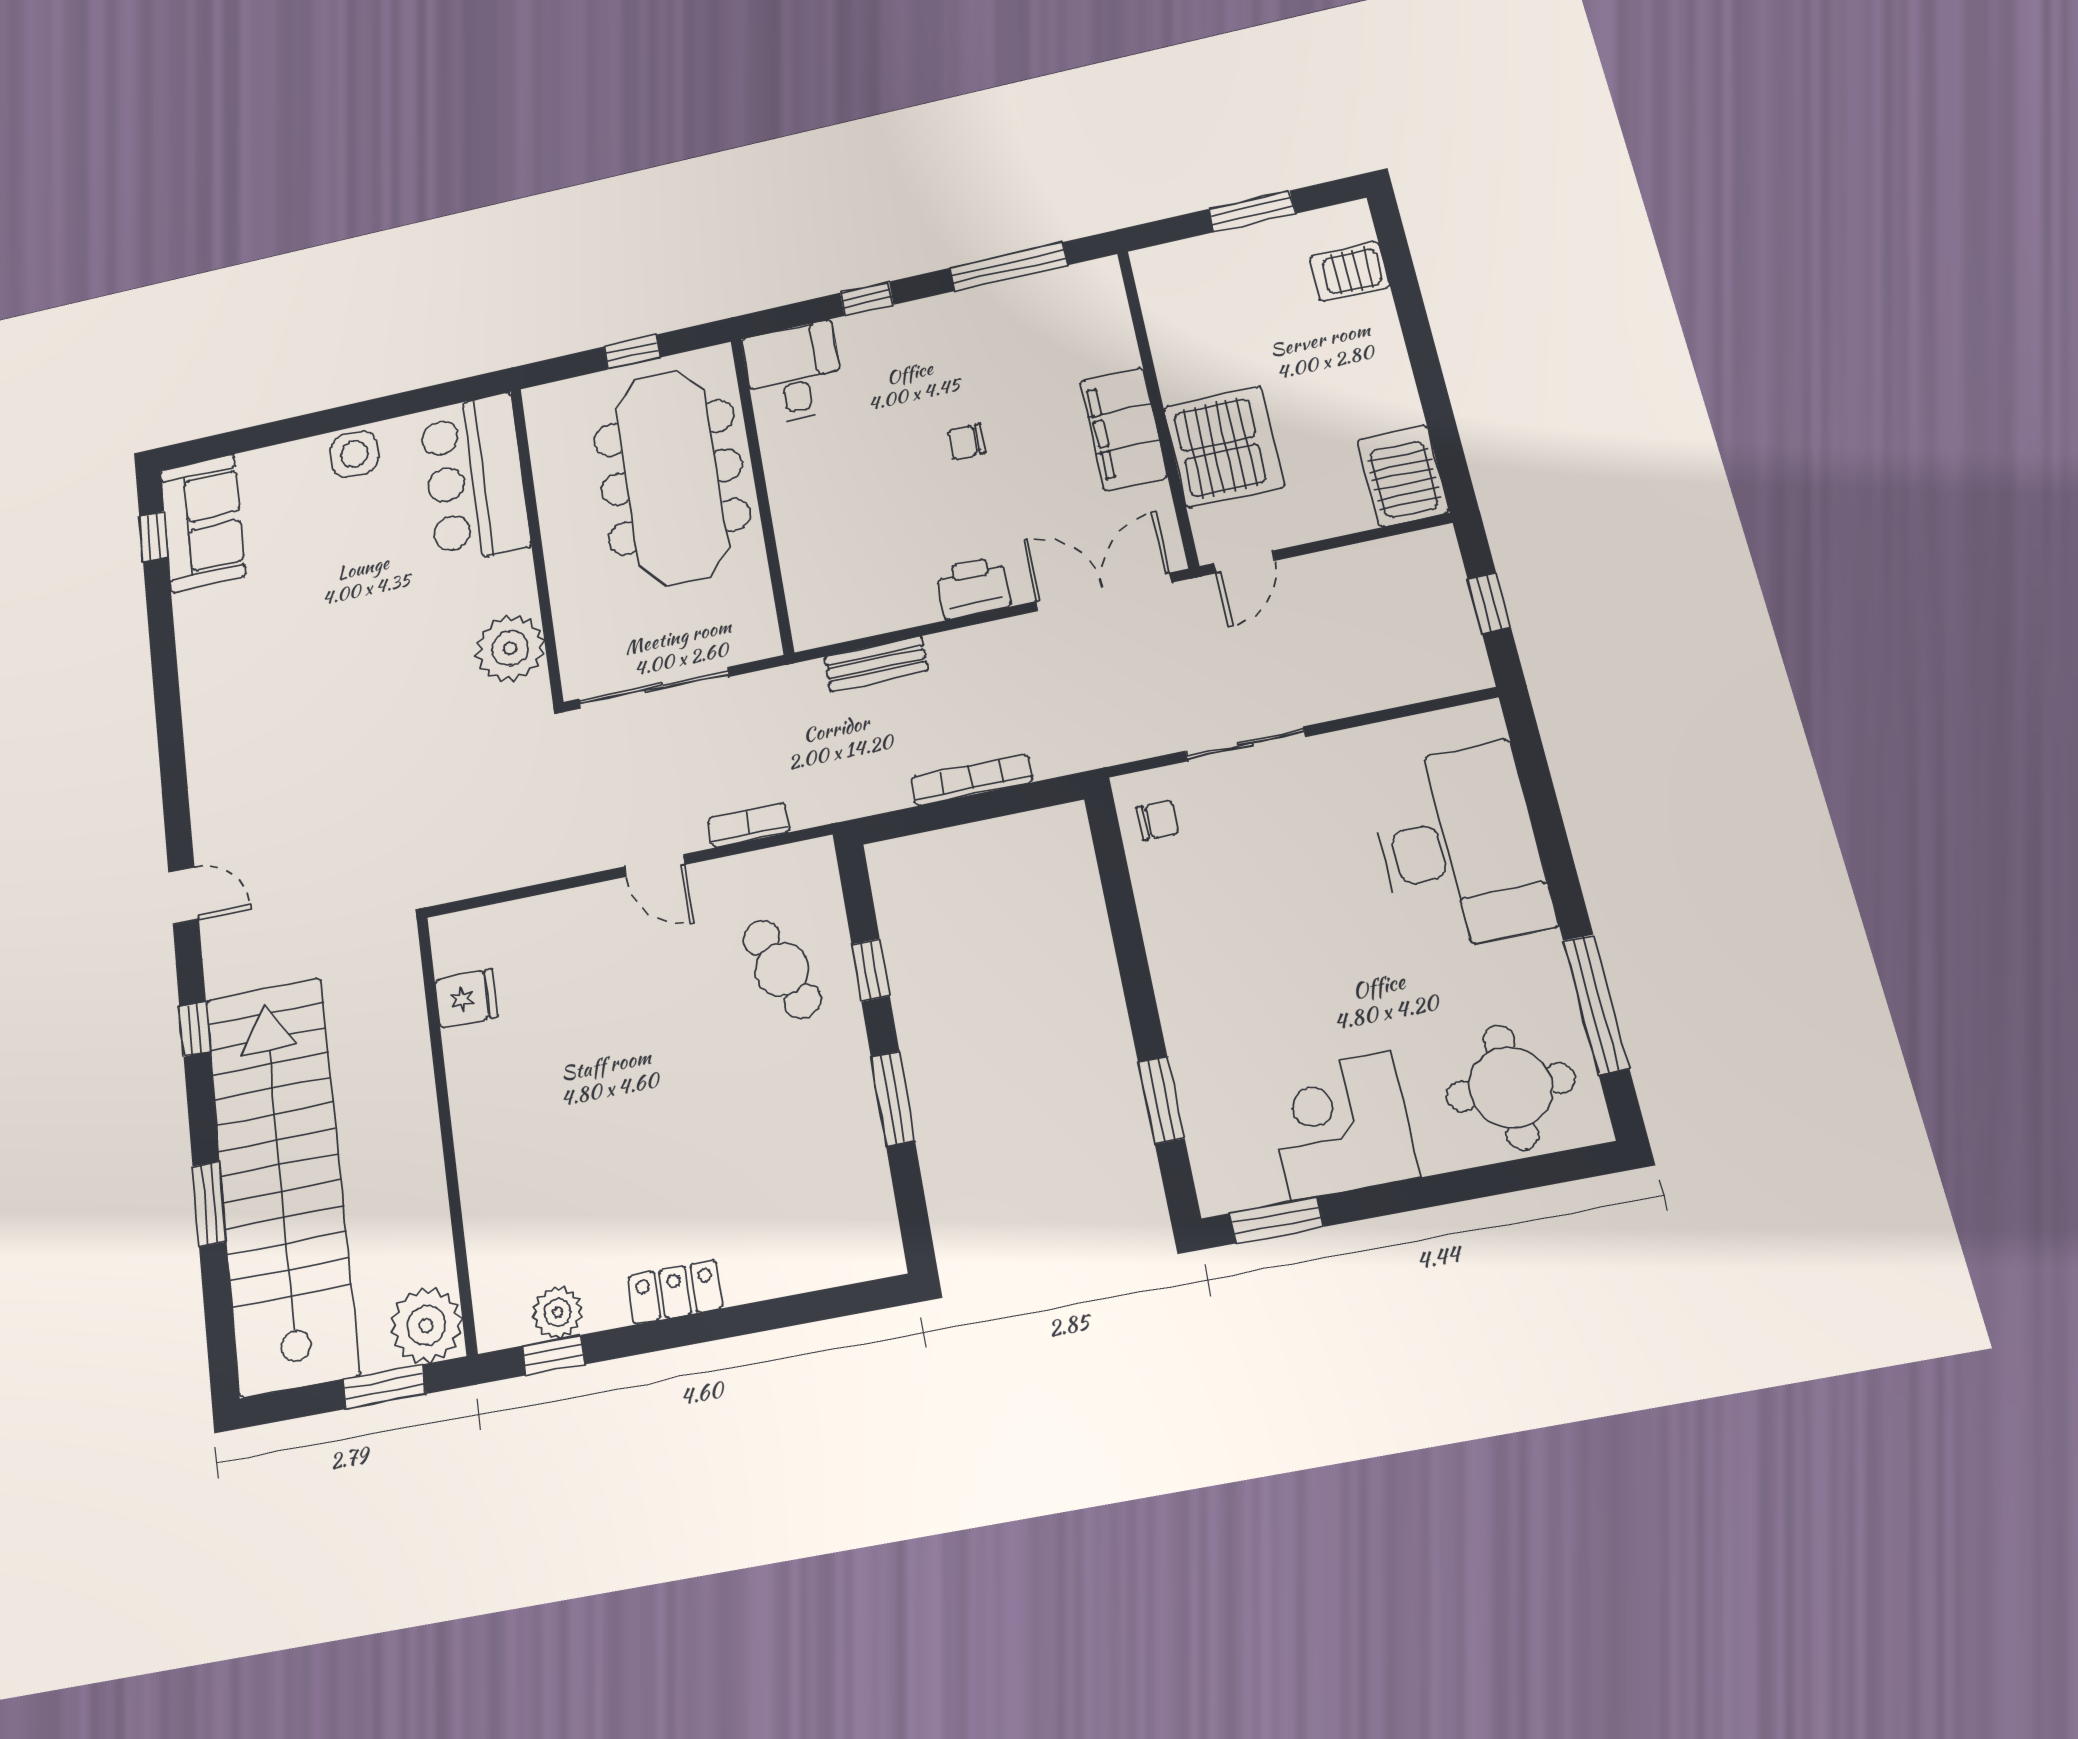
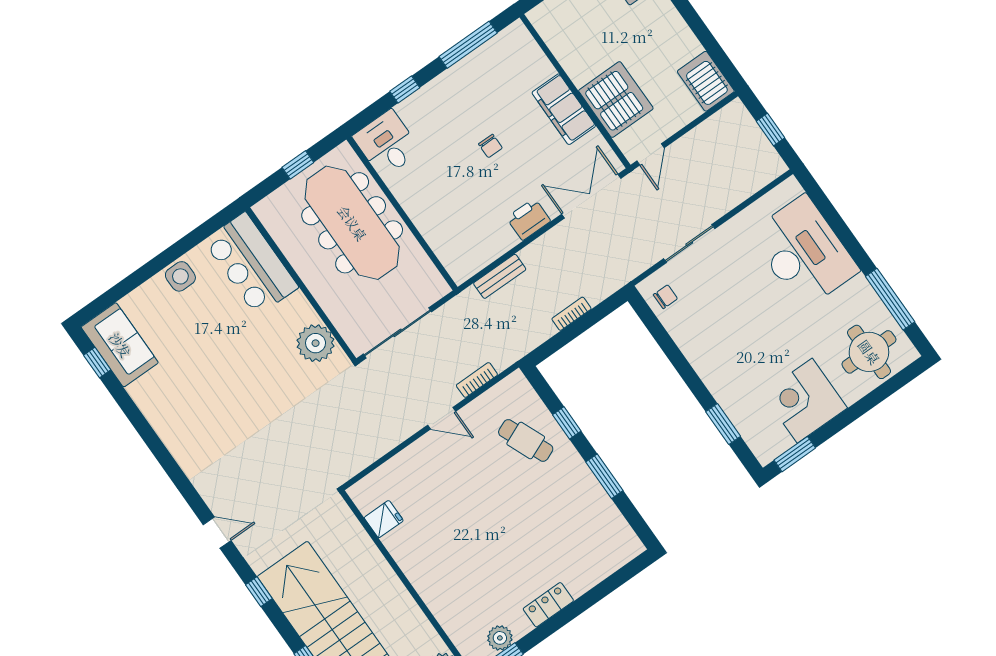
chair: (966, 442) -> (490, 146), turned -90
bookcase: (972, 780) -> (571, 314), width x0.64

